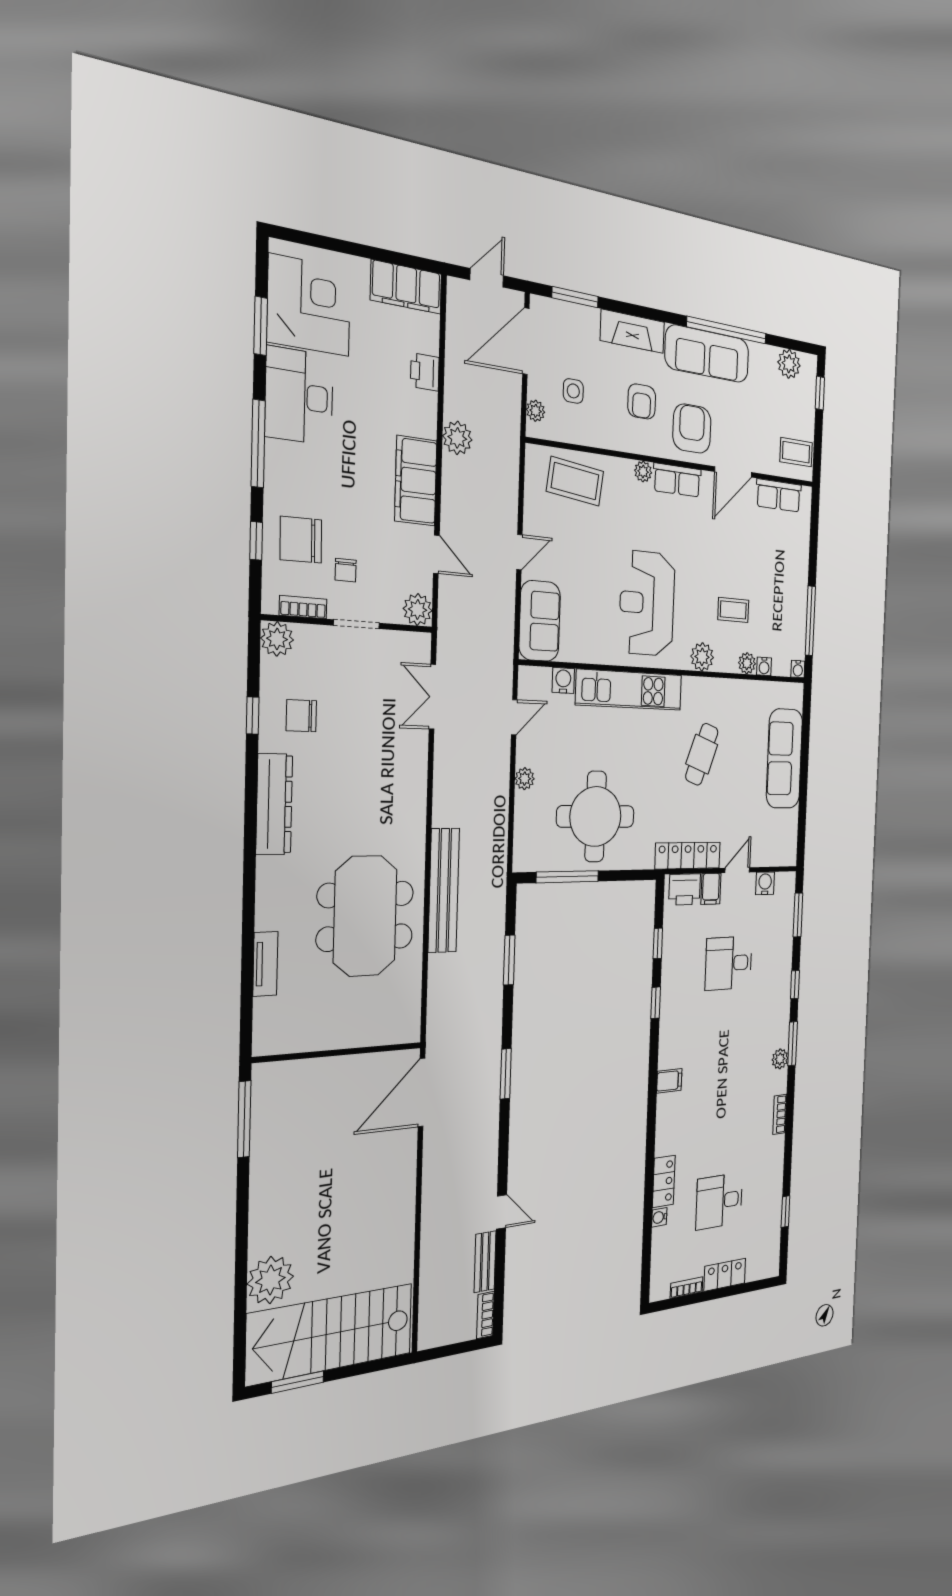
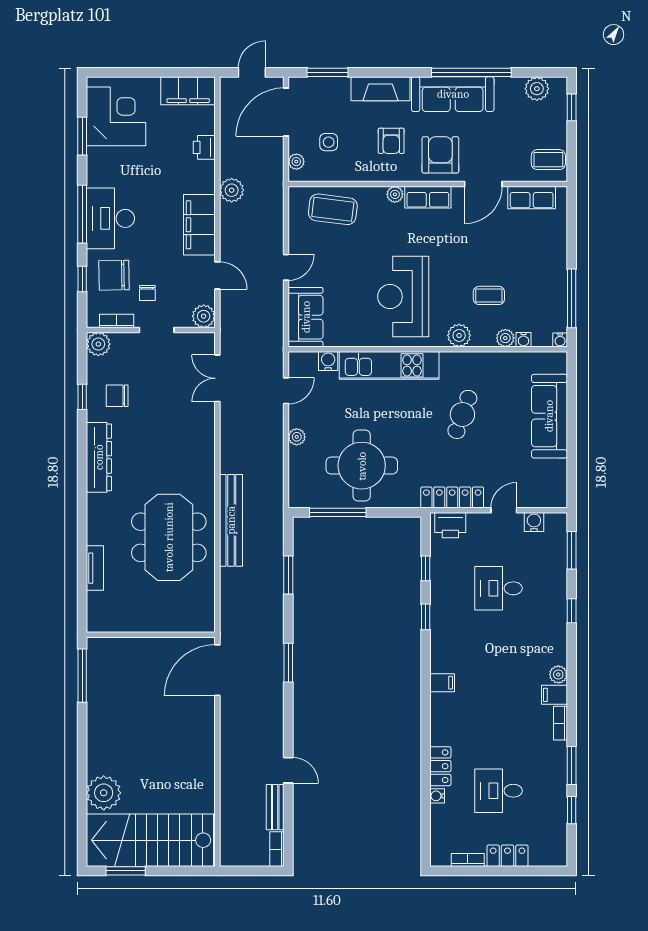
desk: (299, 396) -> (110, 218), moved
filing cabinet: (711, 889) -> (554, 695), moved, turned 90
window: (793, 1044) -> (572, 765), moved

